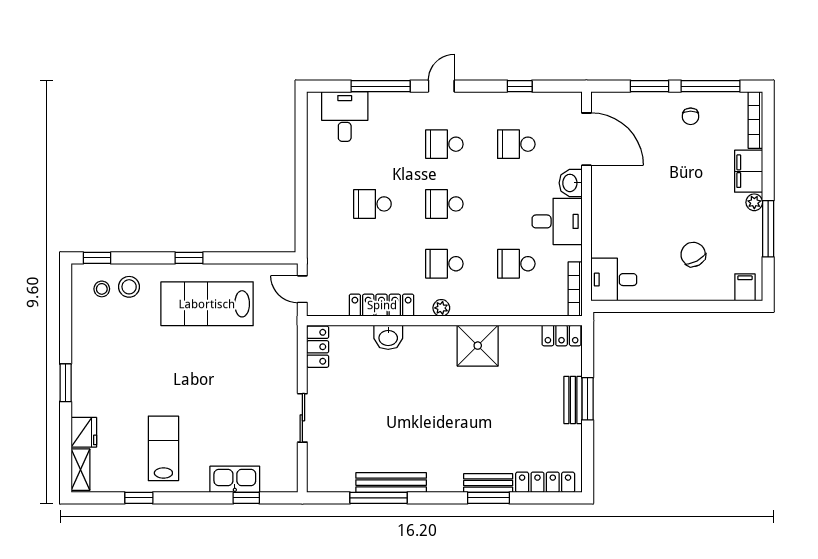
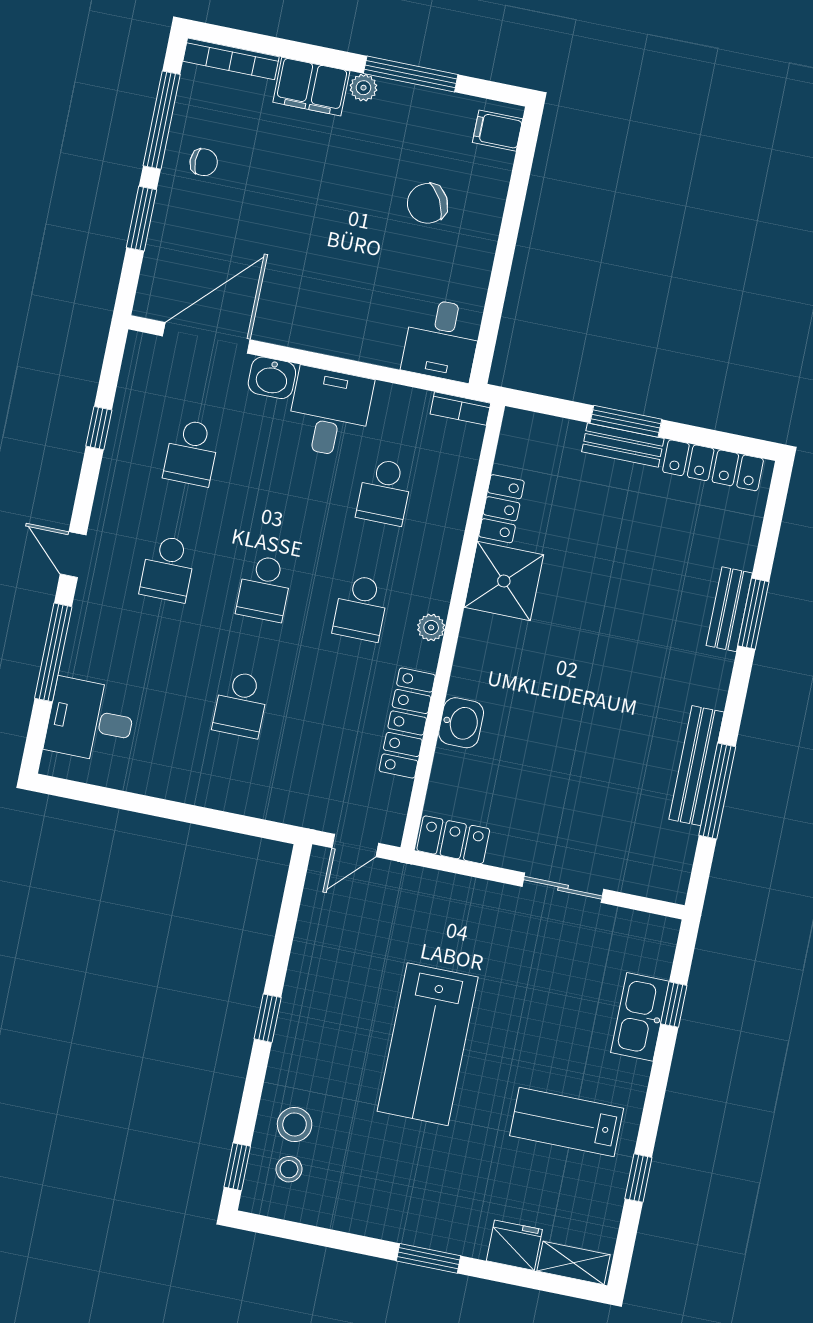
bookcase: (575, 289) -> (460, 409), width x0.64
lab bench: (207, 304) -> (428, 1044), moved
locker: (562, 335) -> (501, 509), moved
locker: (545, 482) -> (713, 465), moved, turned -90

